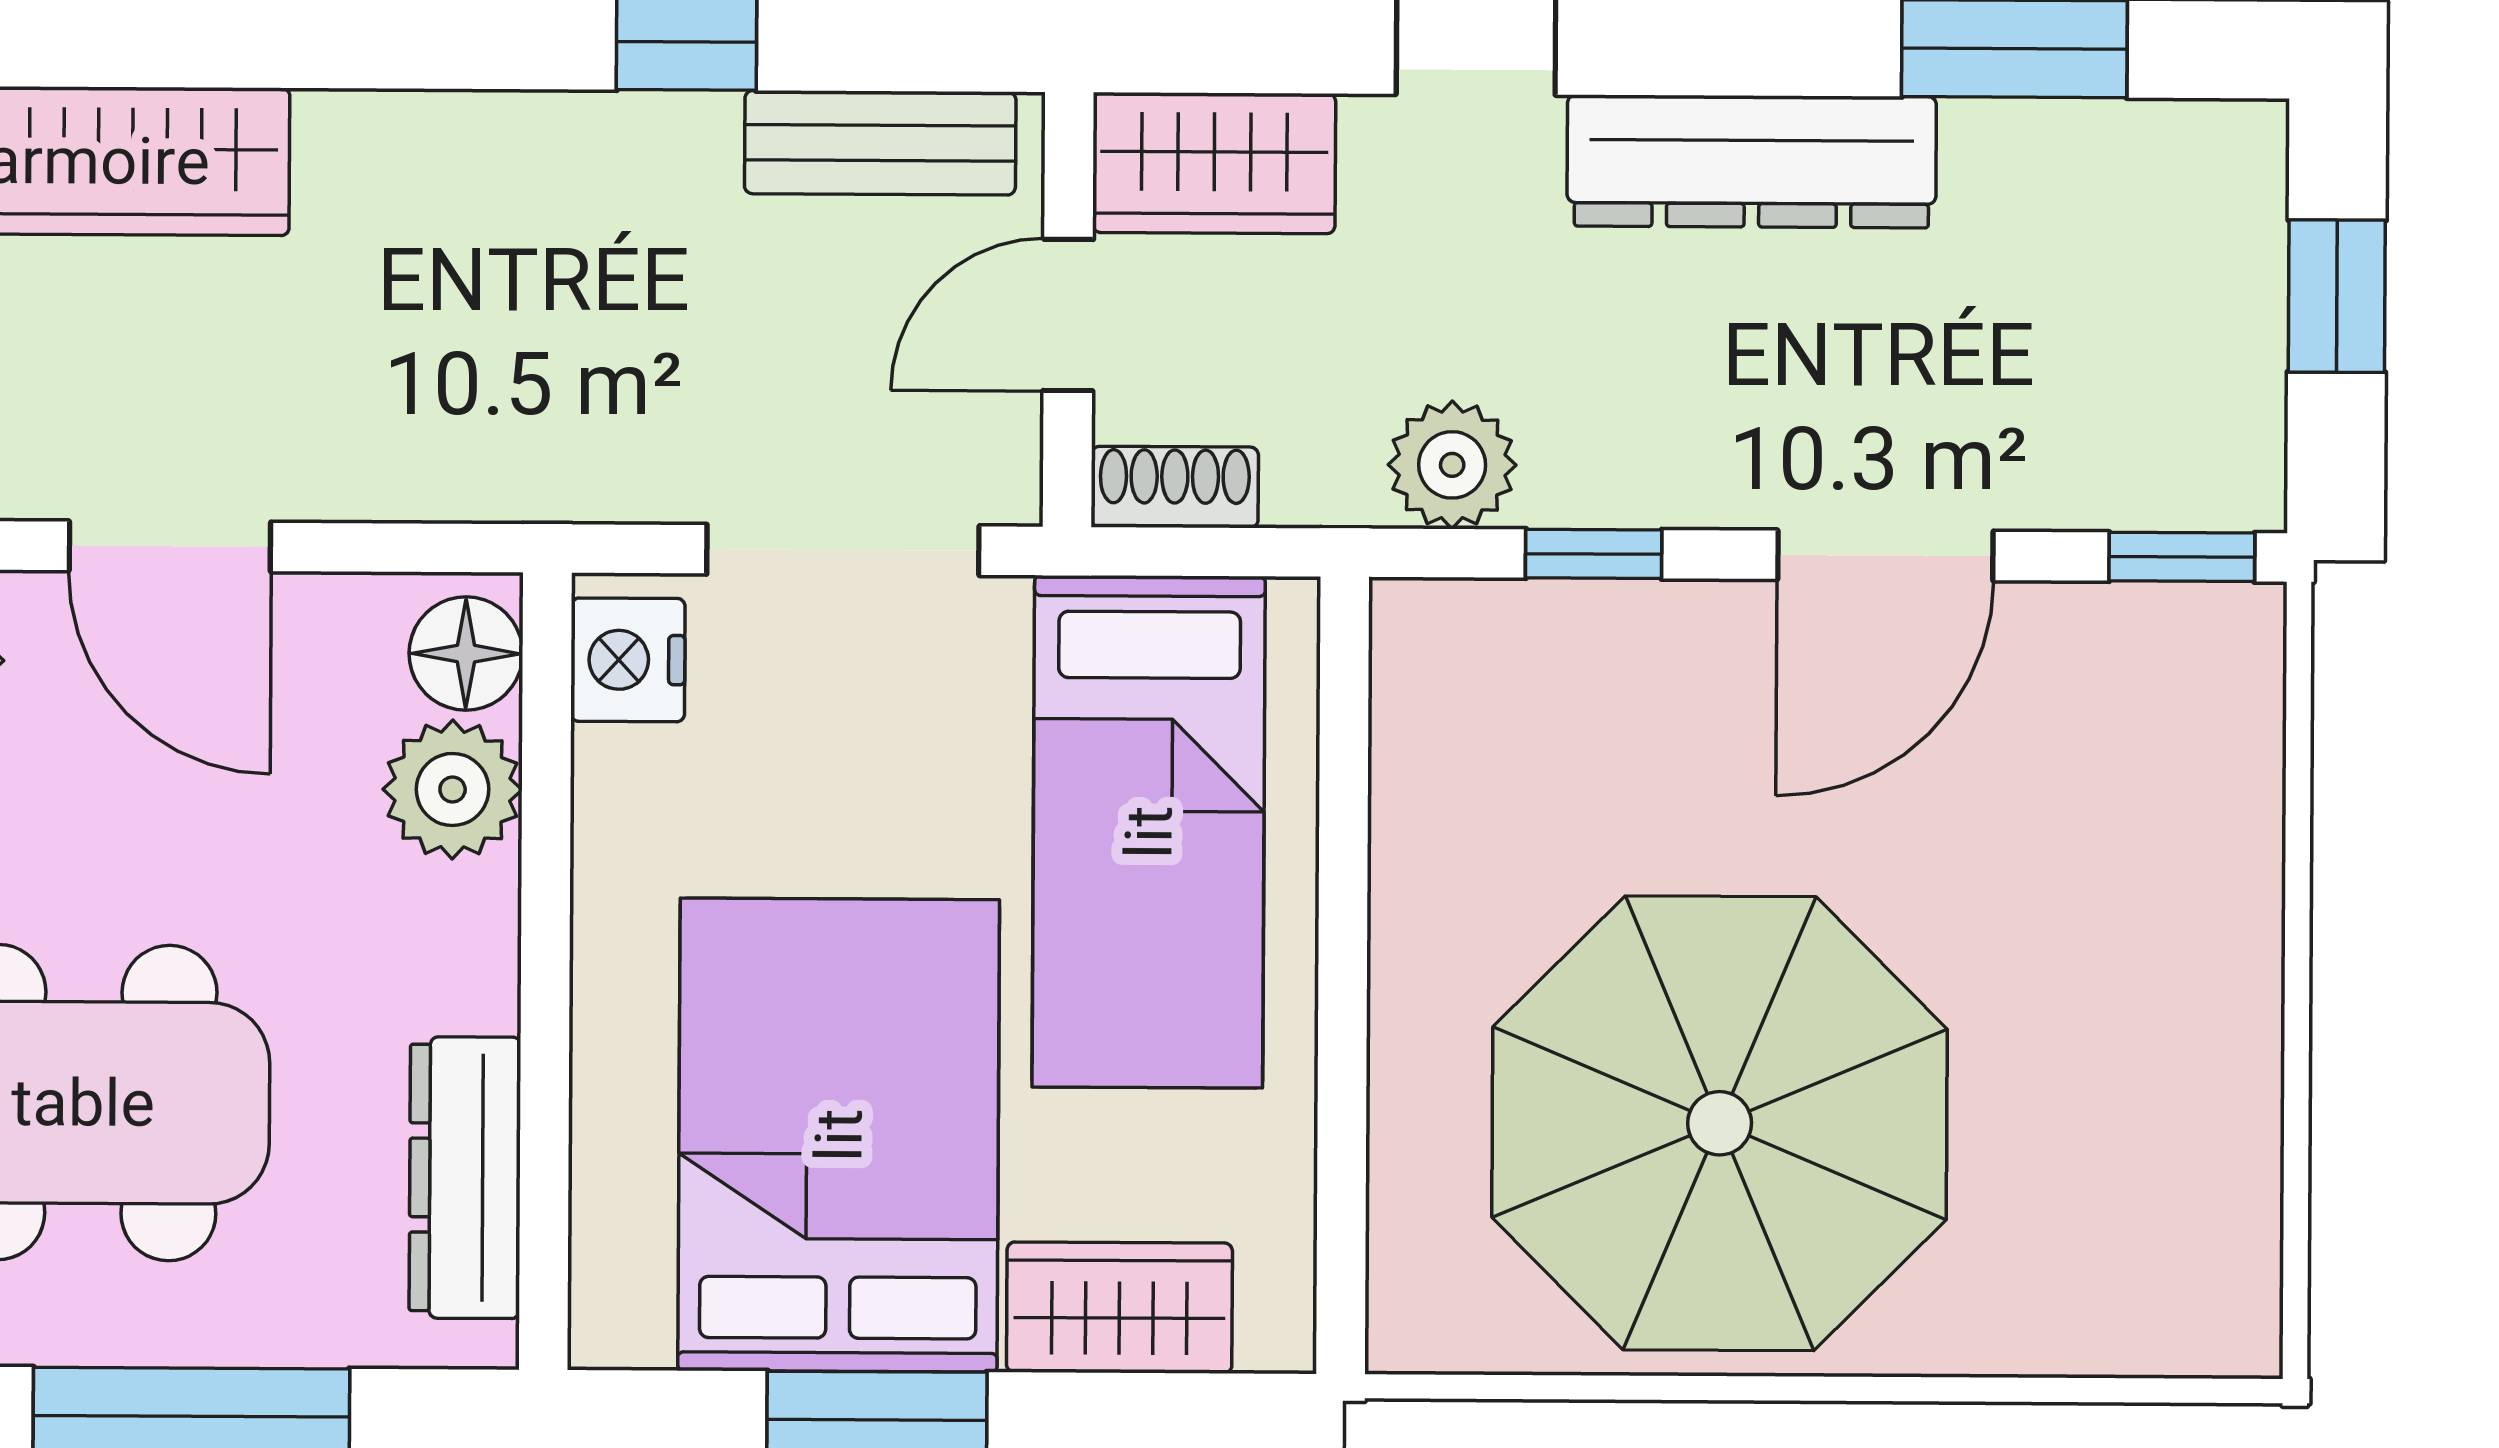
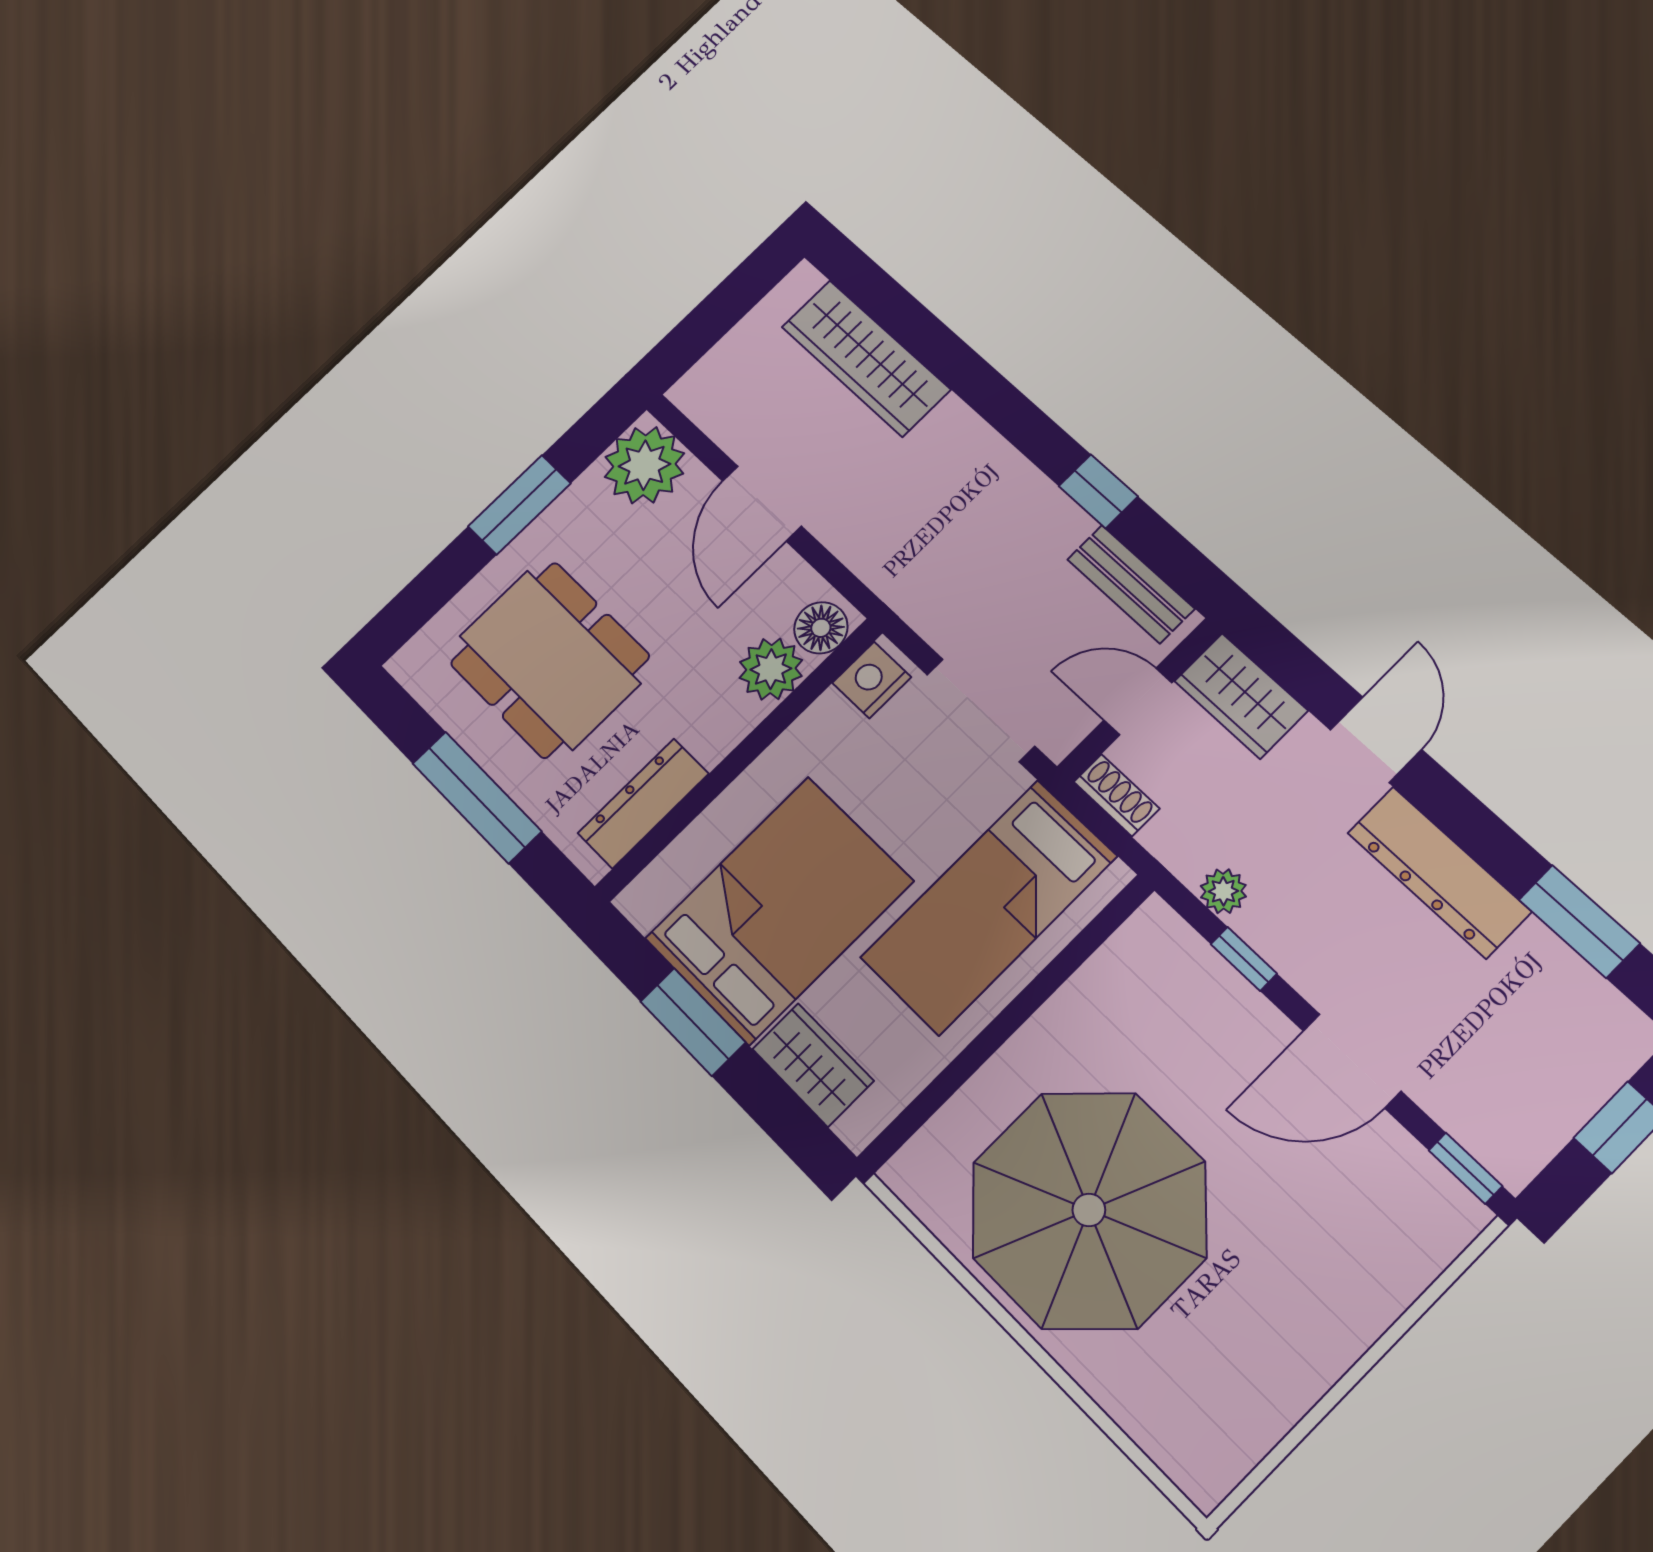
plant: (1452, 465) -> (1223, 891), width x0.73, depth x0.73

